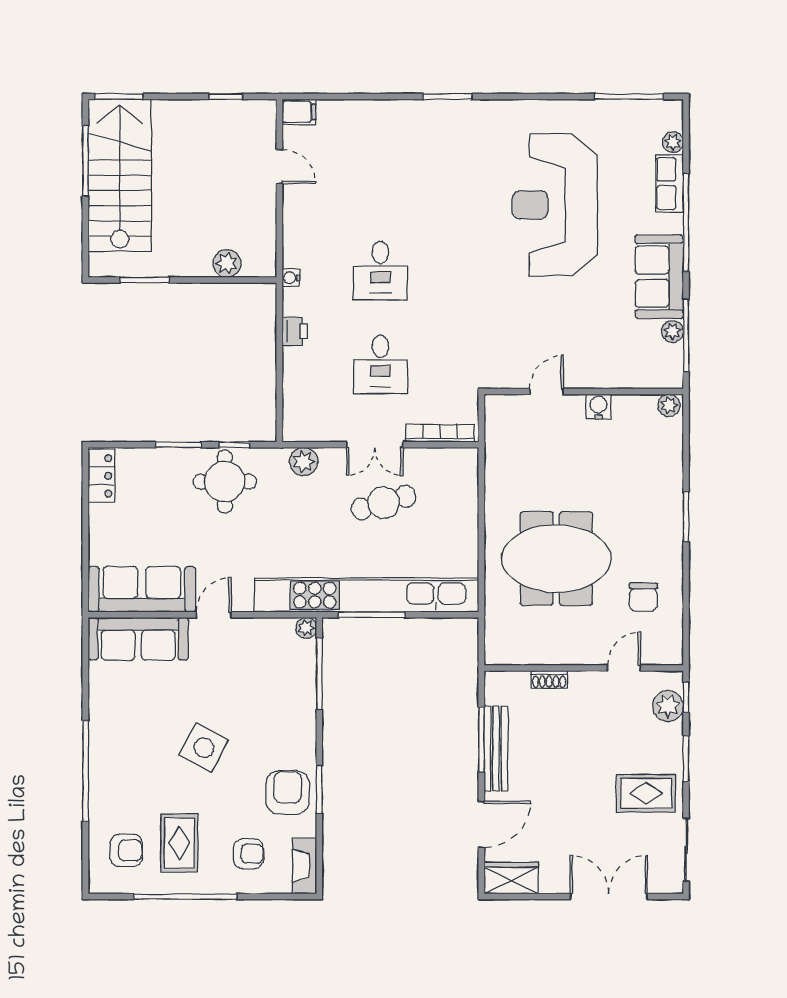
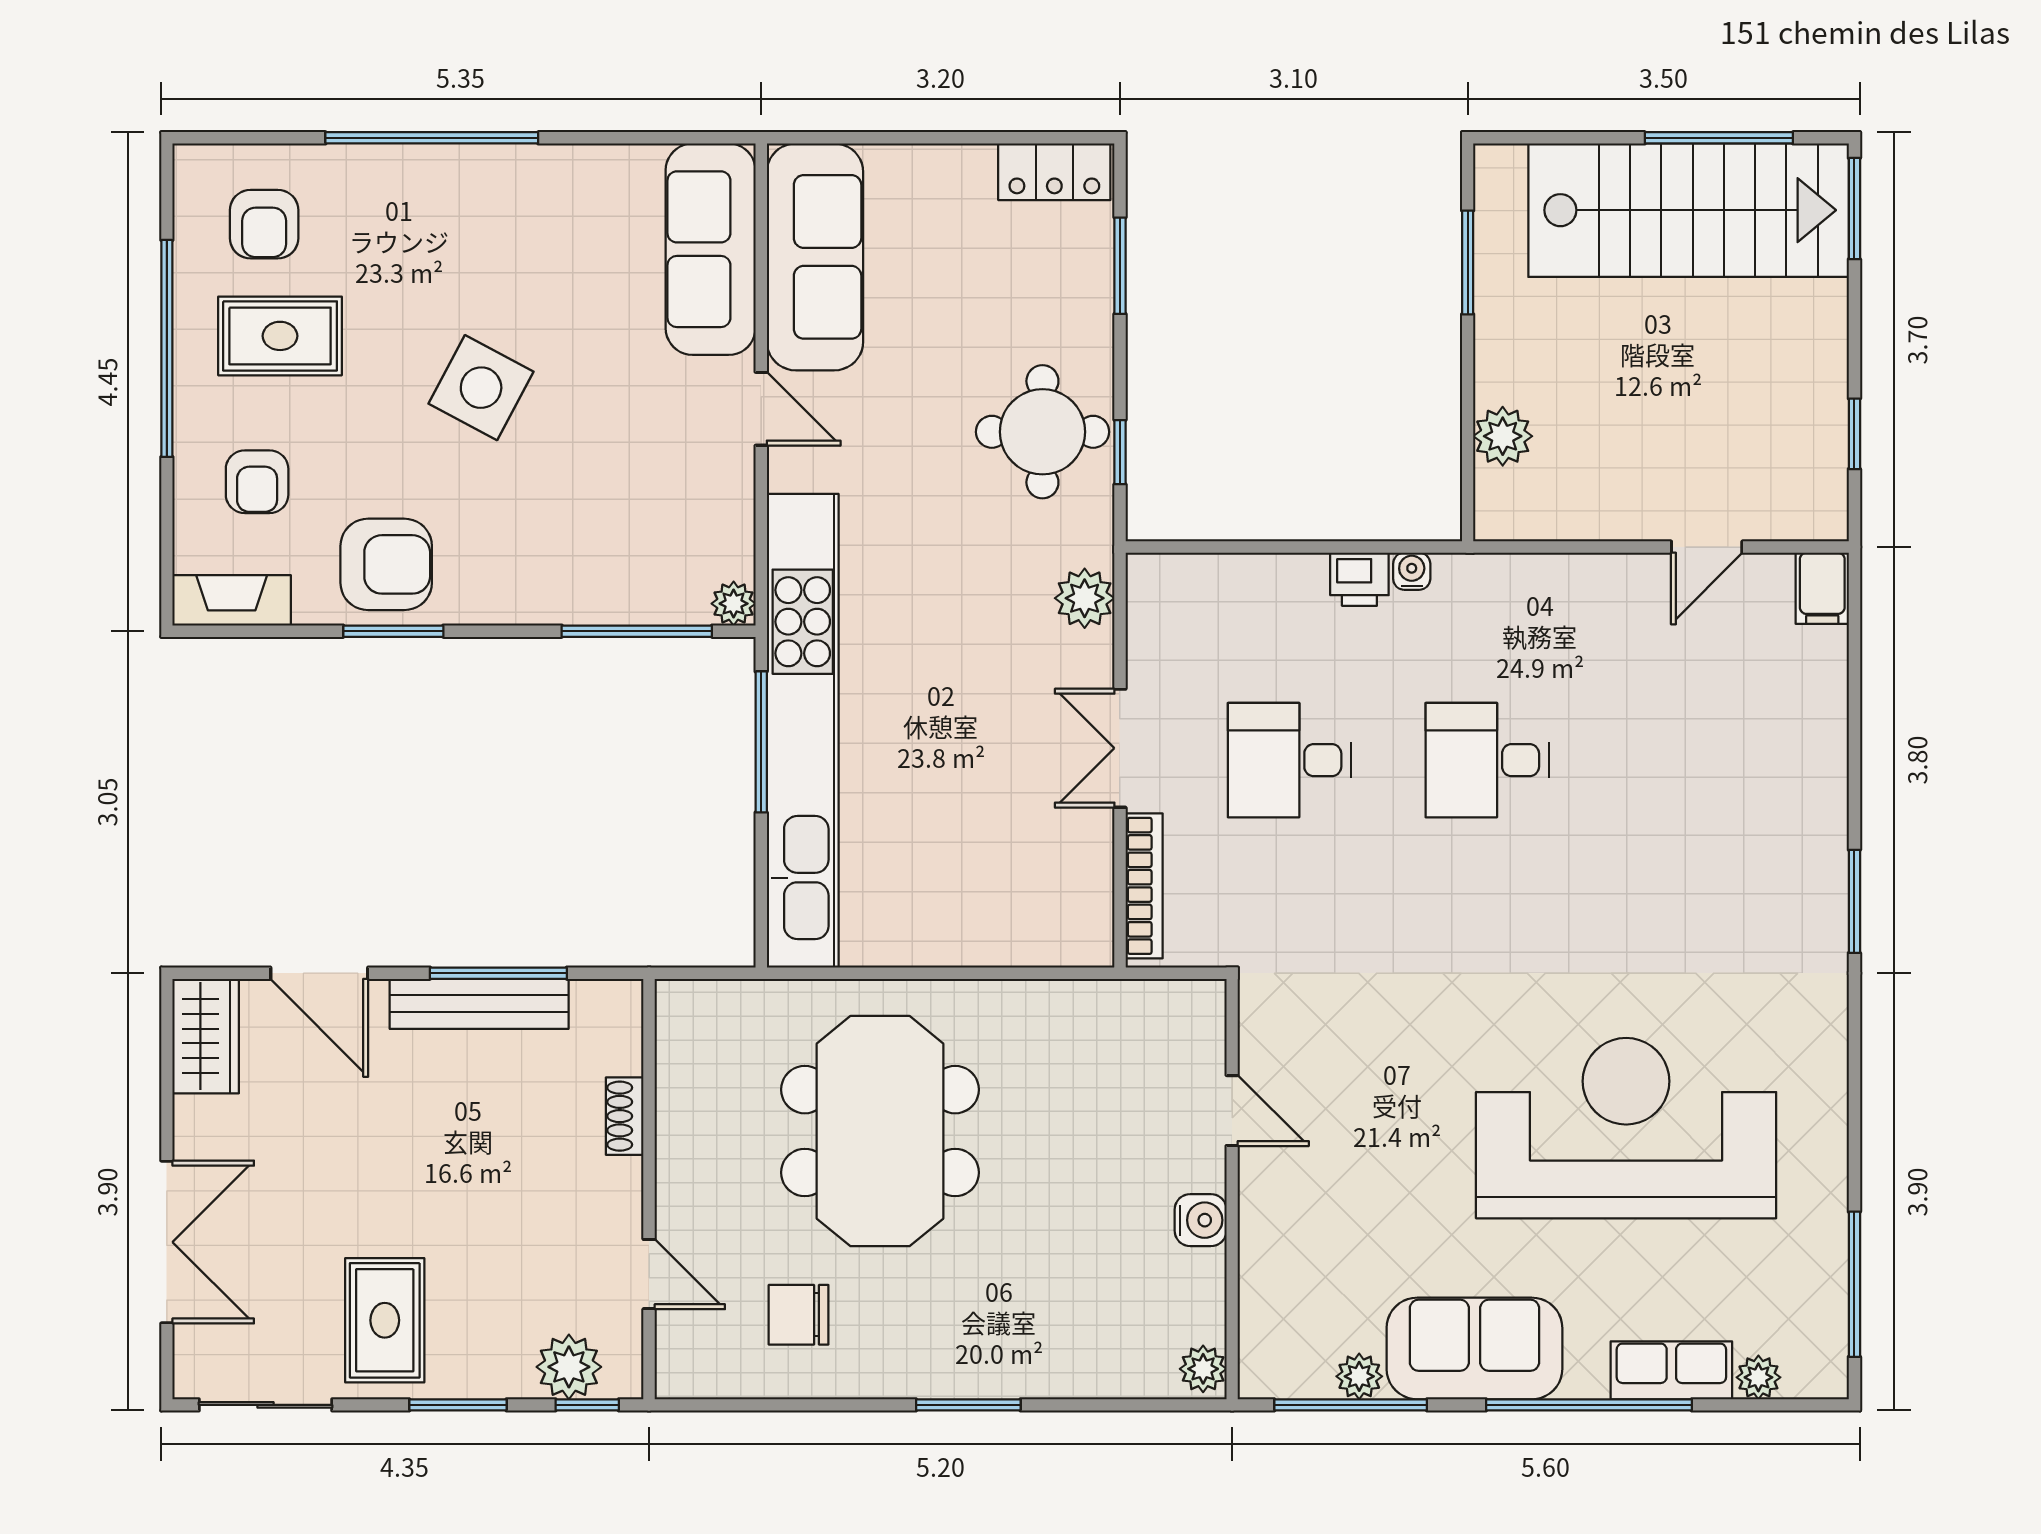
water cooler: (291, 278) -> (1412, 571), moved
window: (178, 445) -> (1120, 266), moved
cafe table: (383, 503) -> (998, 767), removed

